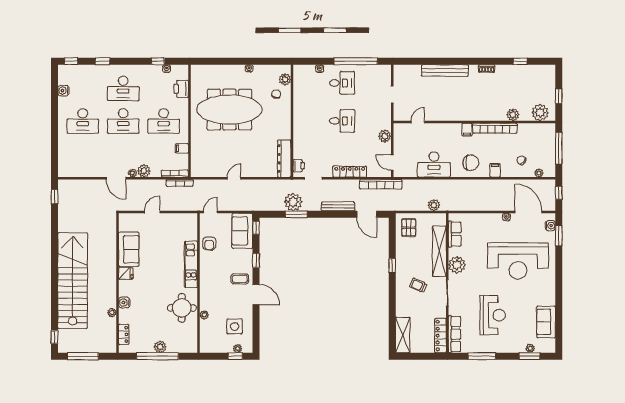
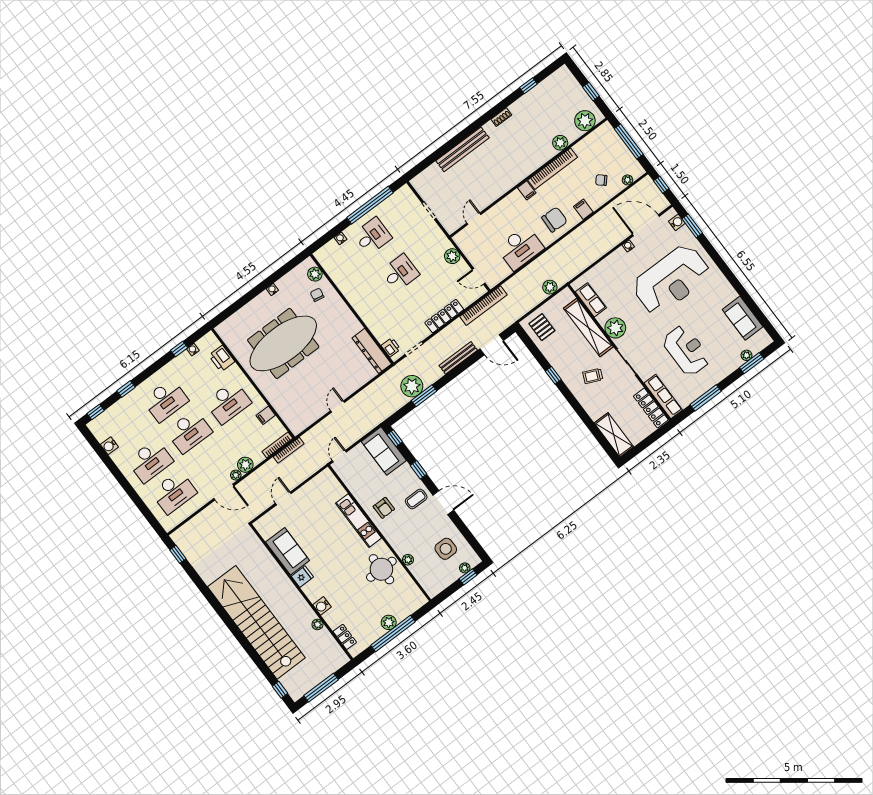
desk: (83, 153) -> (174, 492), added
armchair: (209, 243) -> (384, 508), moved

